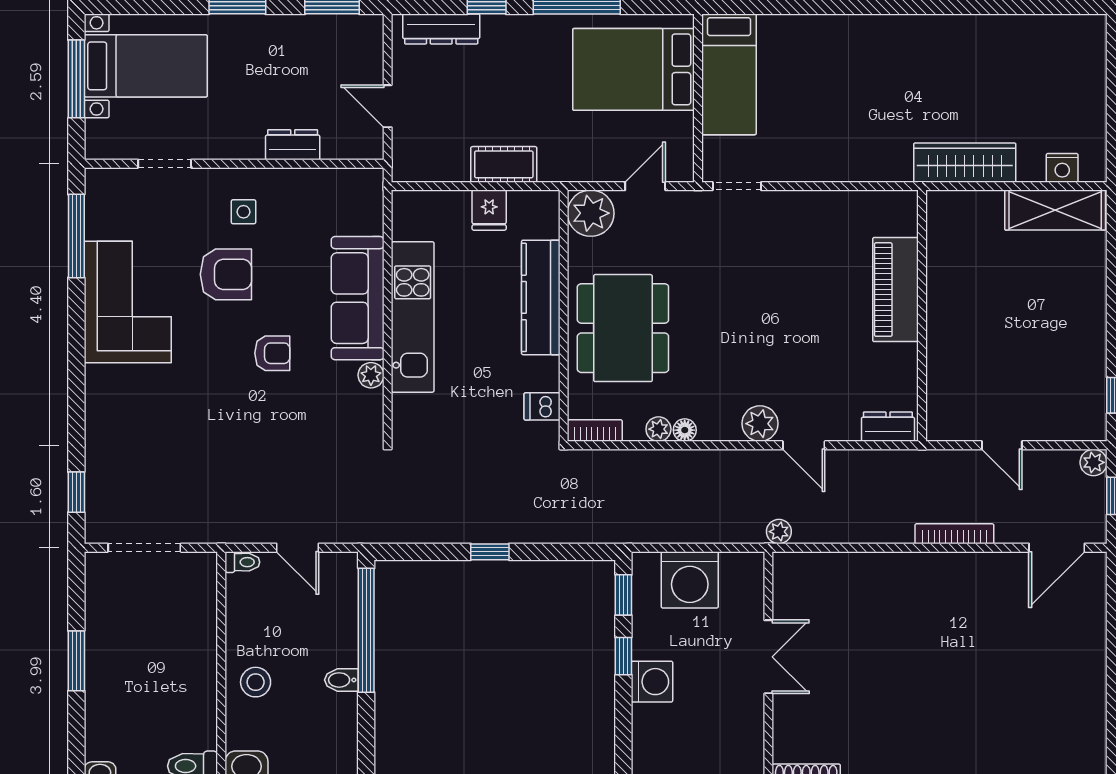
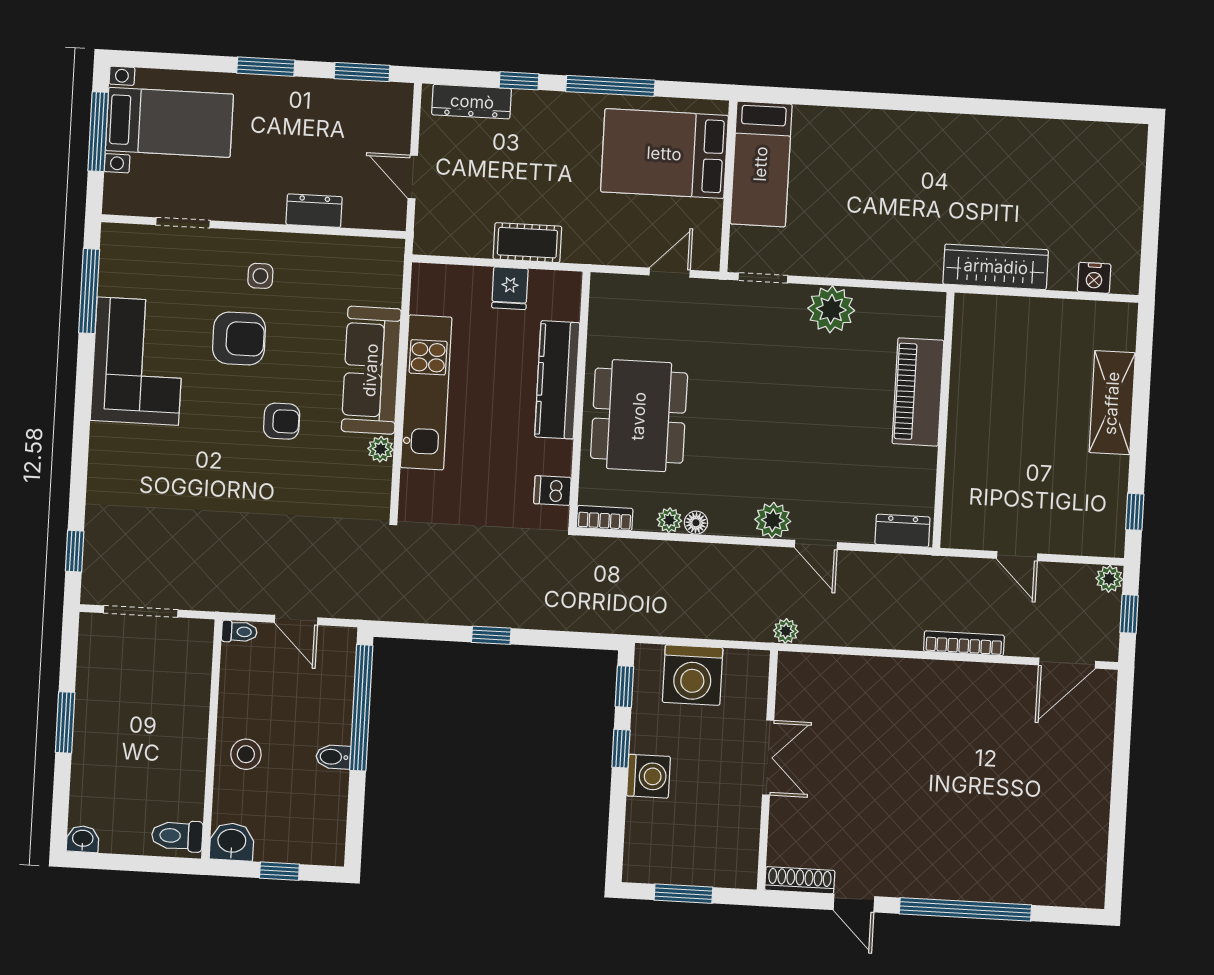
shelving: (1055, 210) -> (1112, 403), moved, turned 90
plant: (591, 213) -> (831, 309), moved

